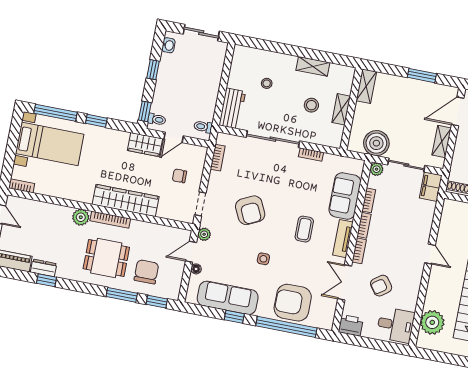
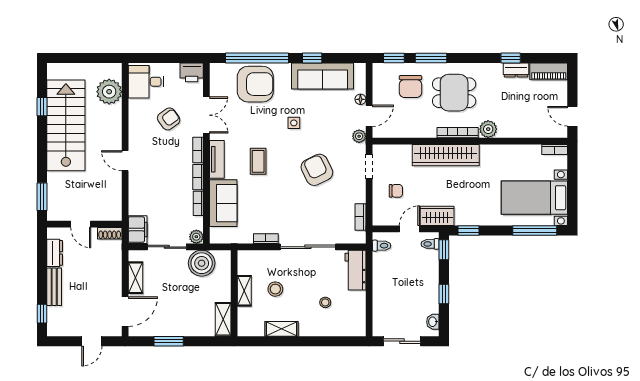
window: (96, 121) -> (469, 231), moved

